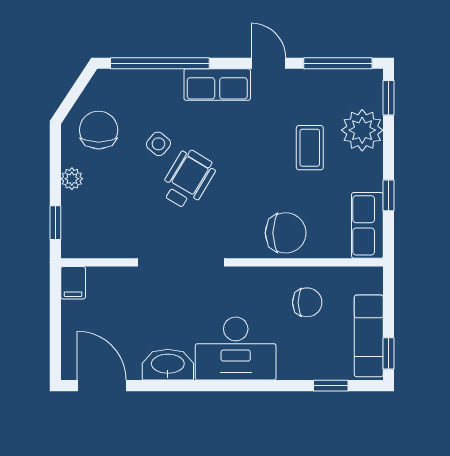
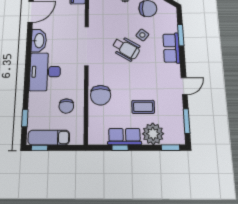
window: (160, 63) -> (181, 35), width x0.47
window: (338, 63) -> (187, 121), width x0.69
row of seats: (217, 85) -> (171, 48), moved
row of seats: (367, 225) -> (124, 137), moved

